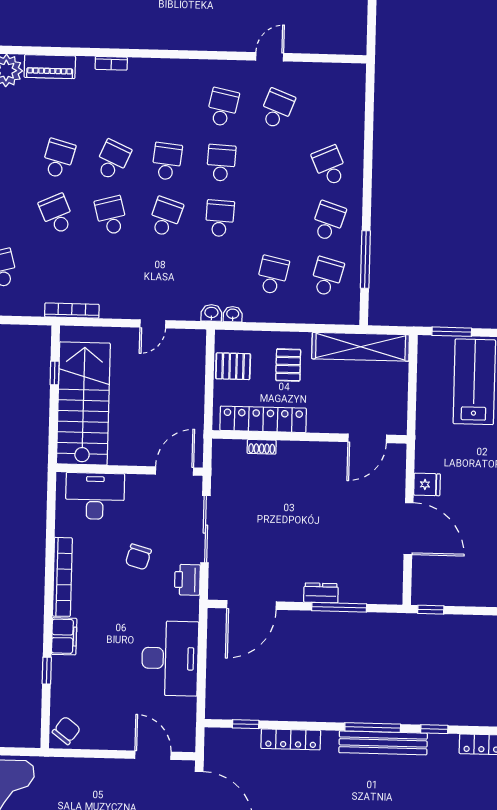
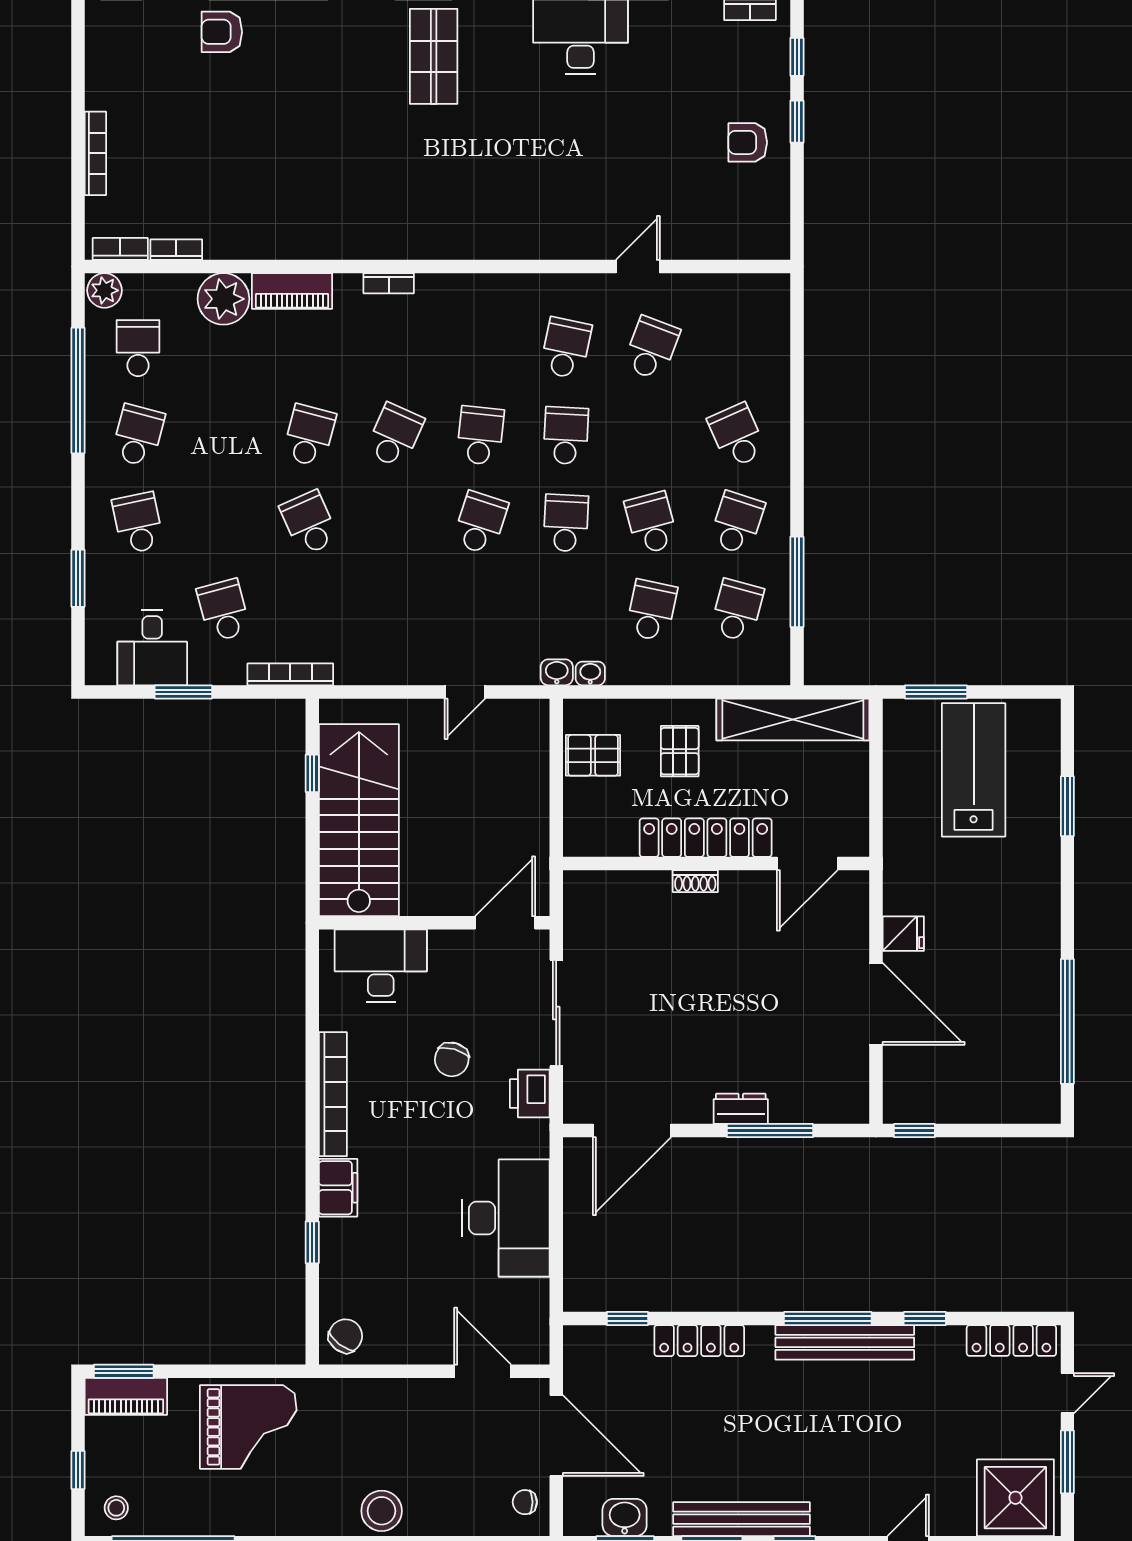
school desk: (111, 215) -> (651, 523), moved
bookcase: (72, 311) -> (290, 674), moved
locker: (263, 419) -> (706, 838), moved
shoe rack: (262, 447) -> (695, 881), moved

